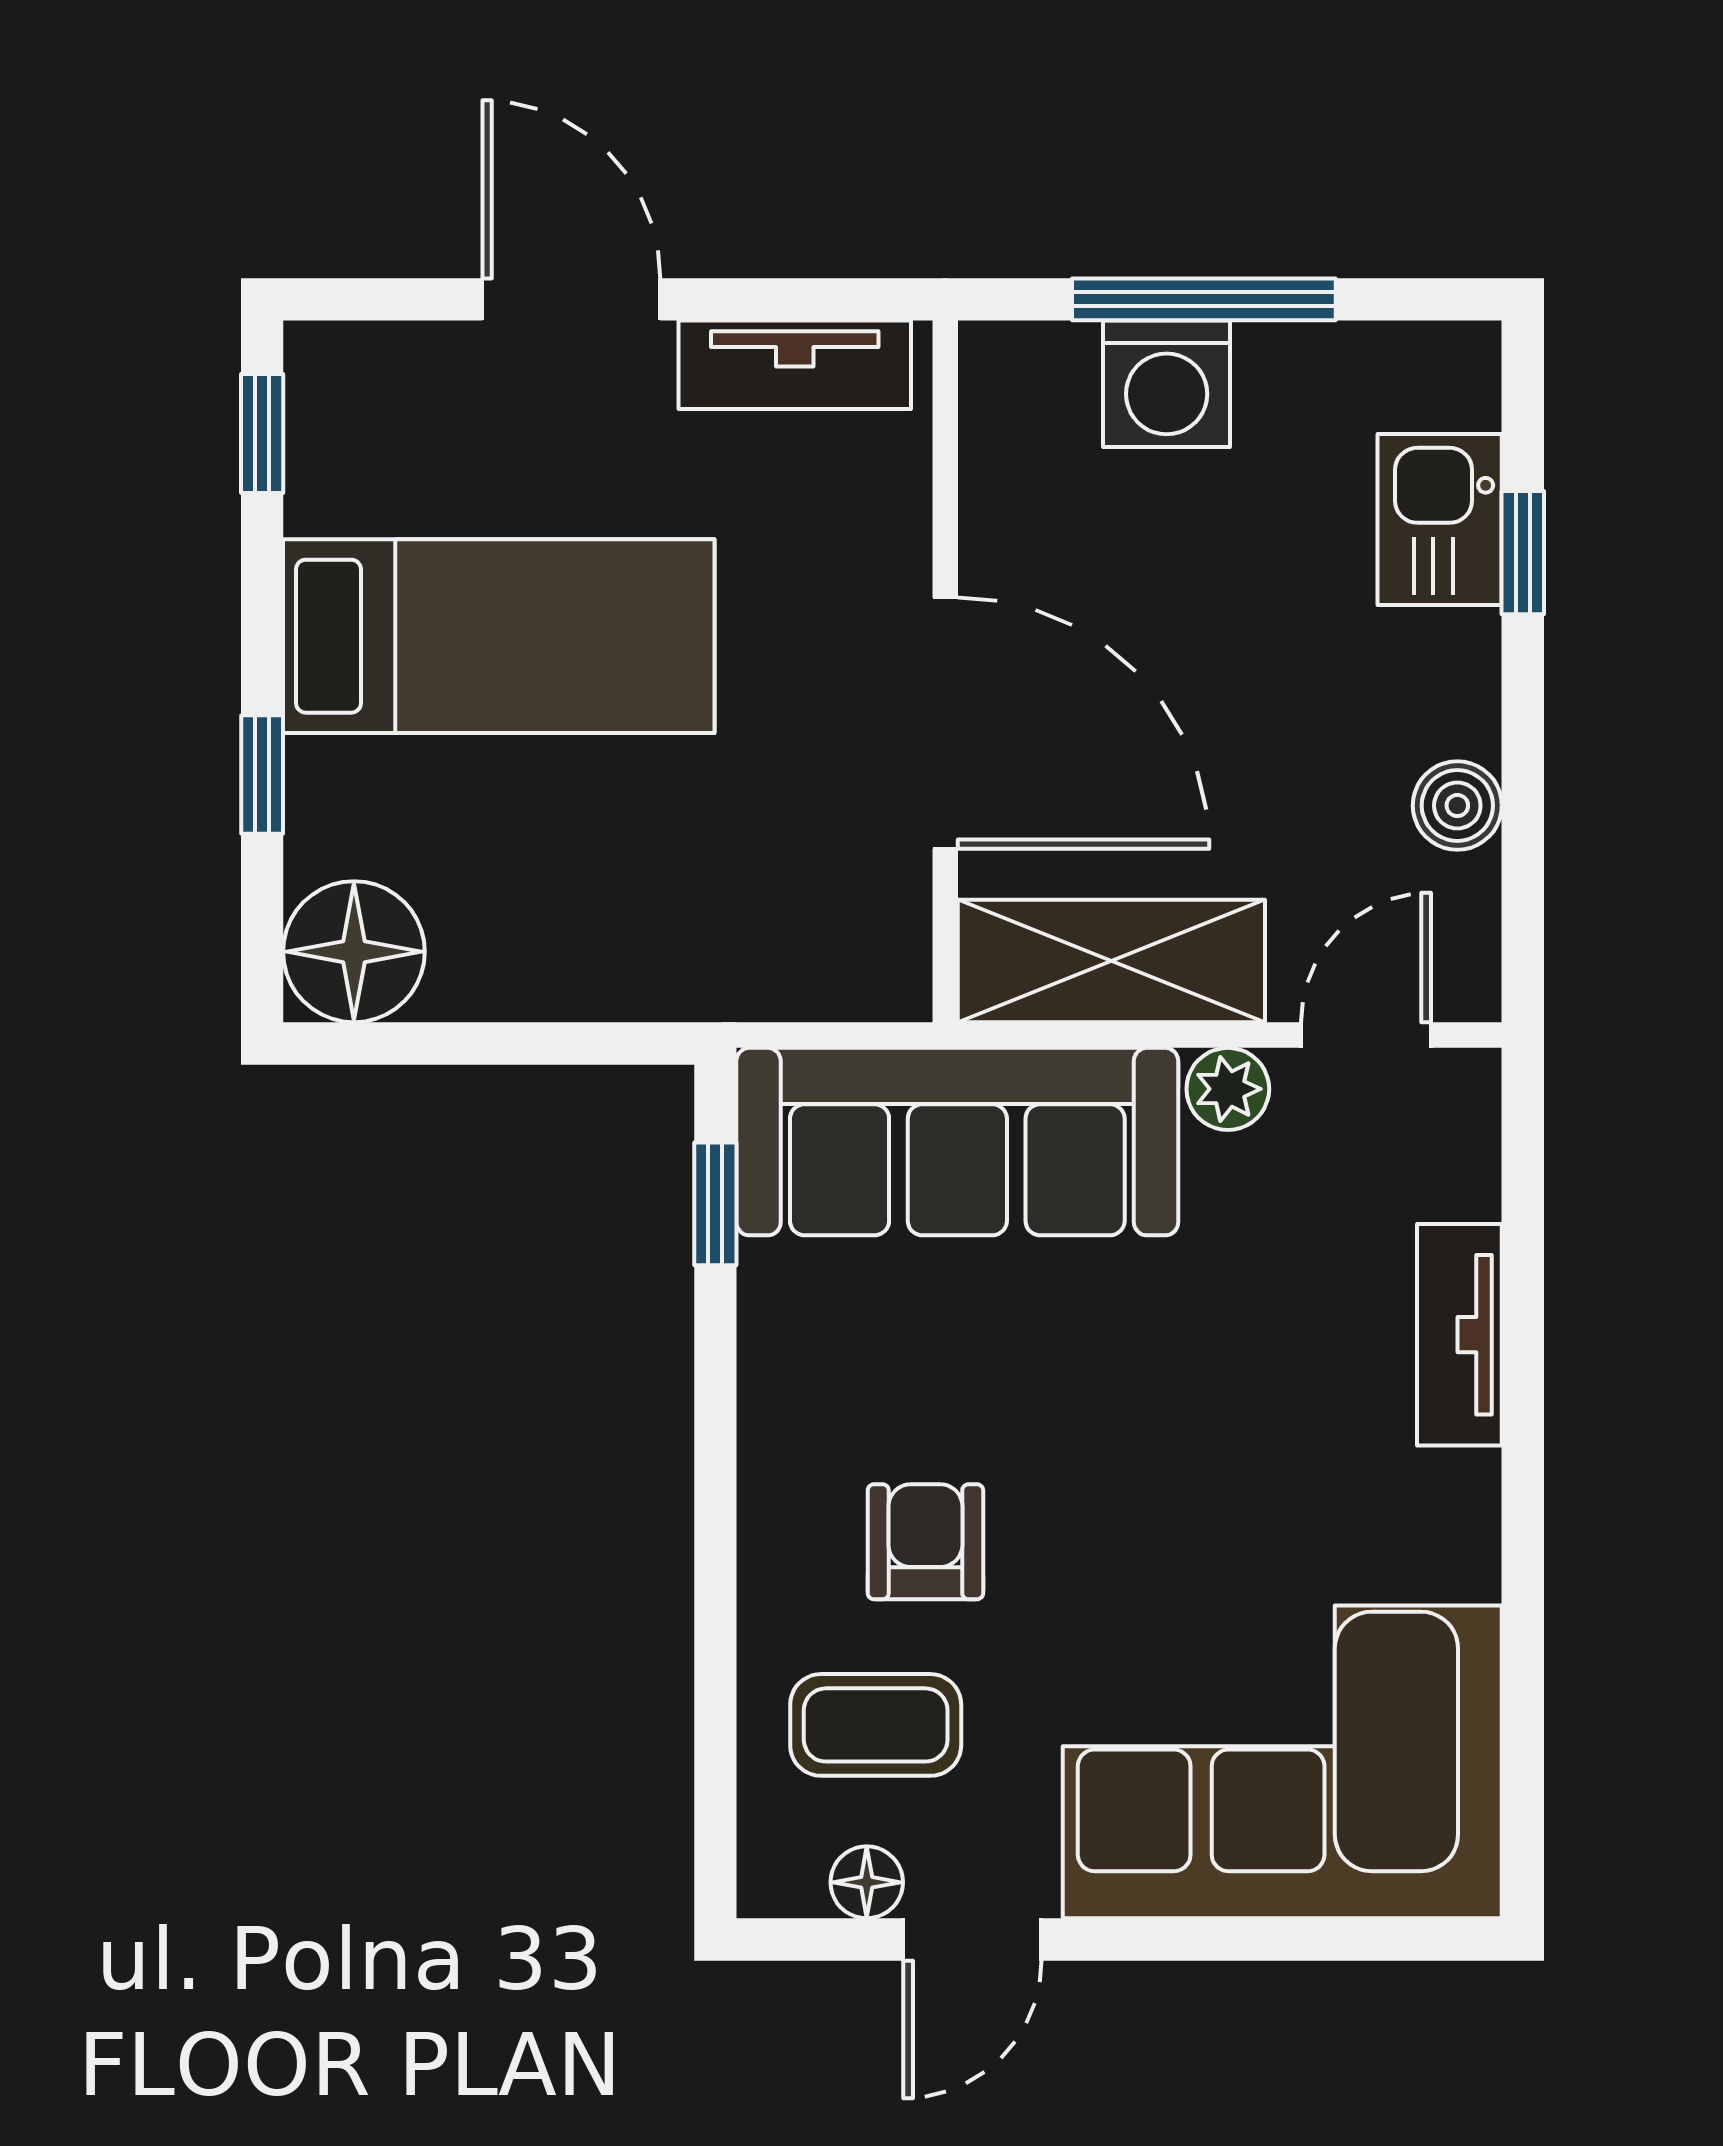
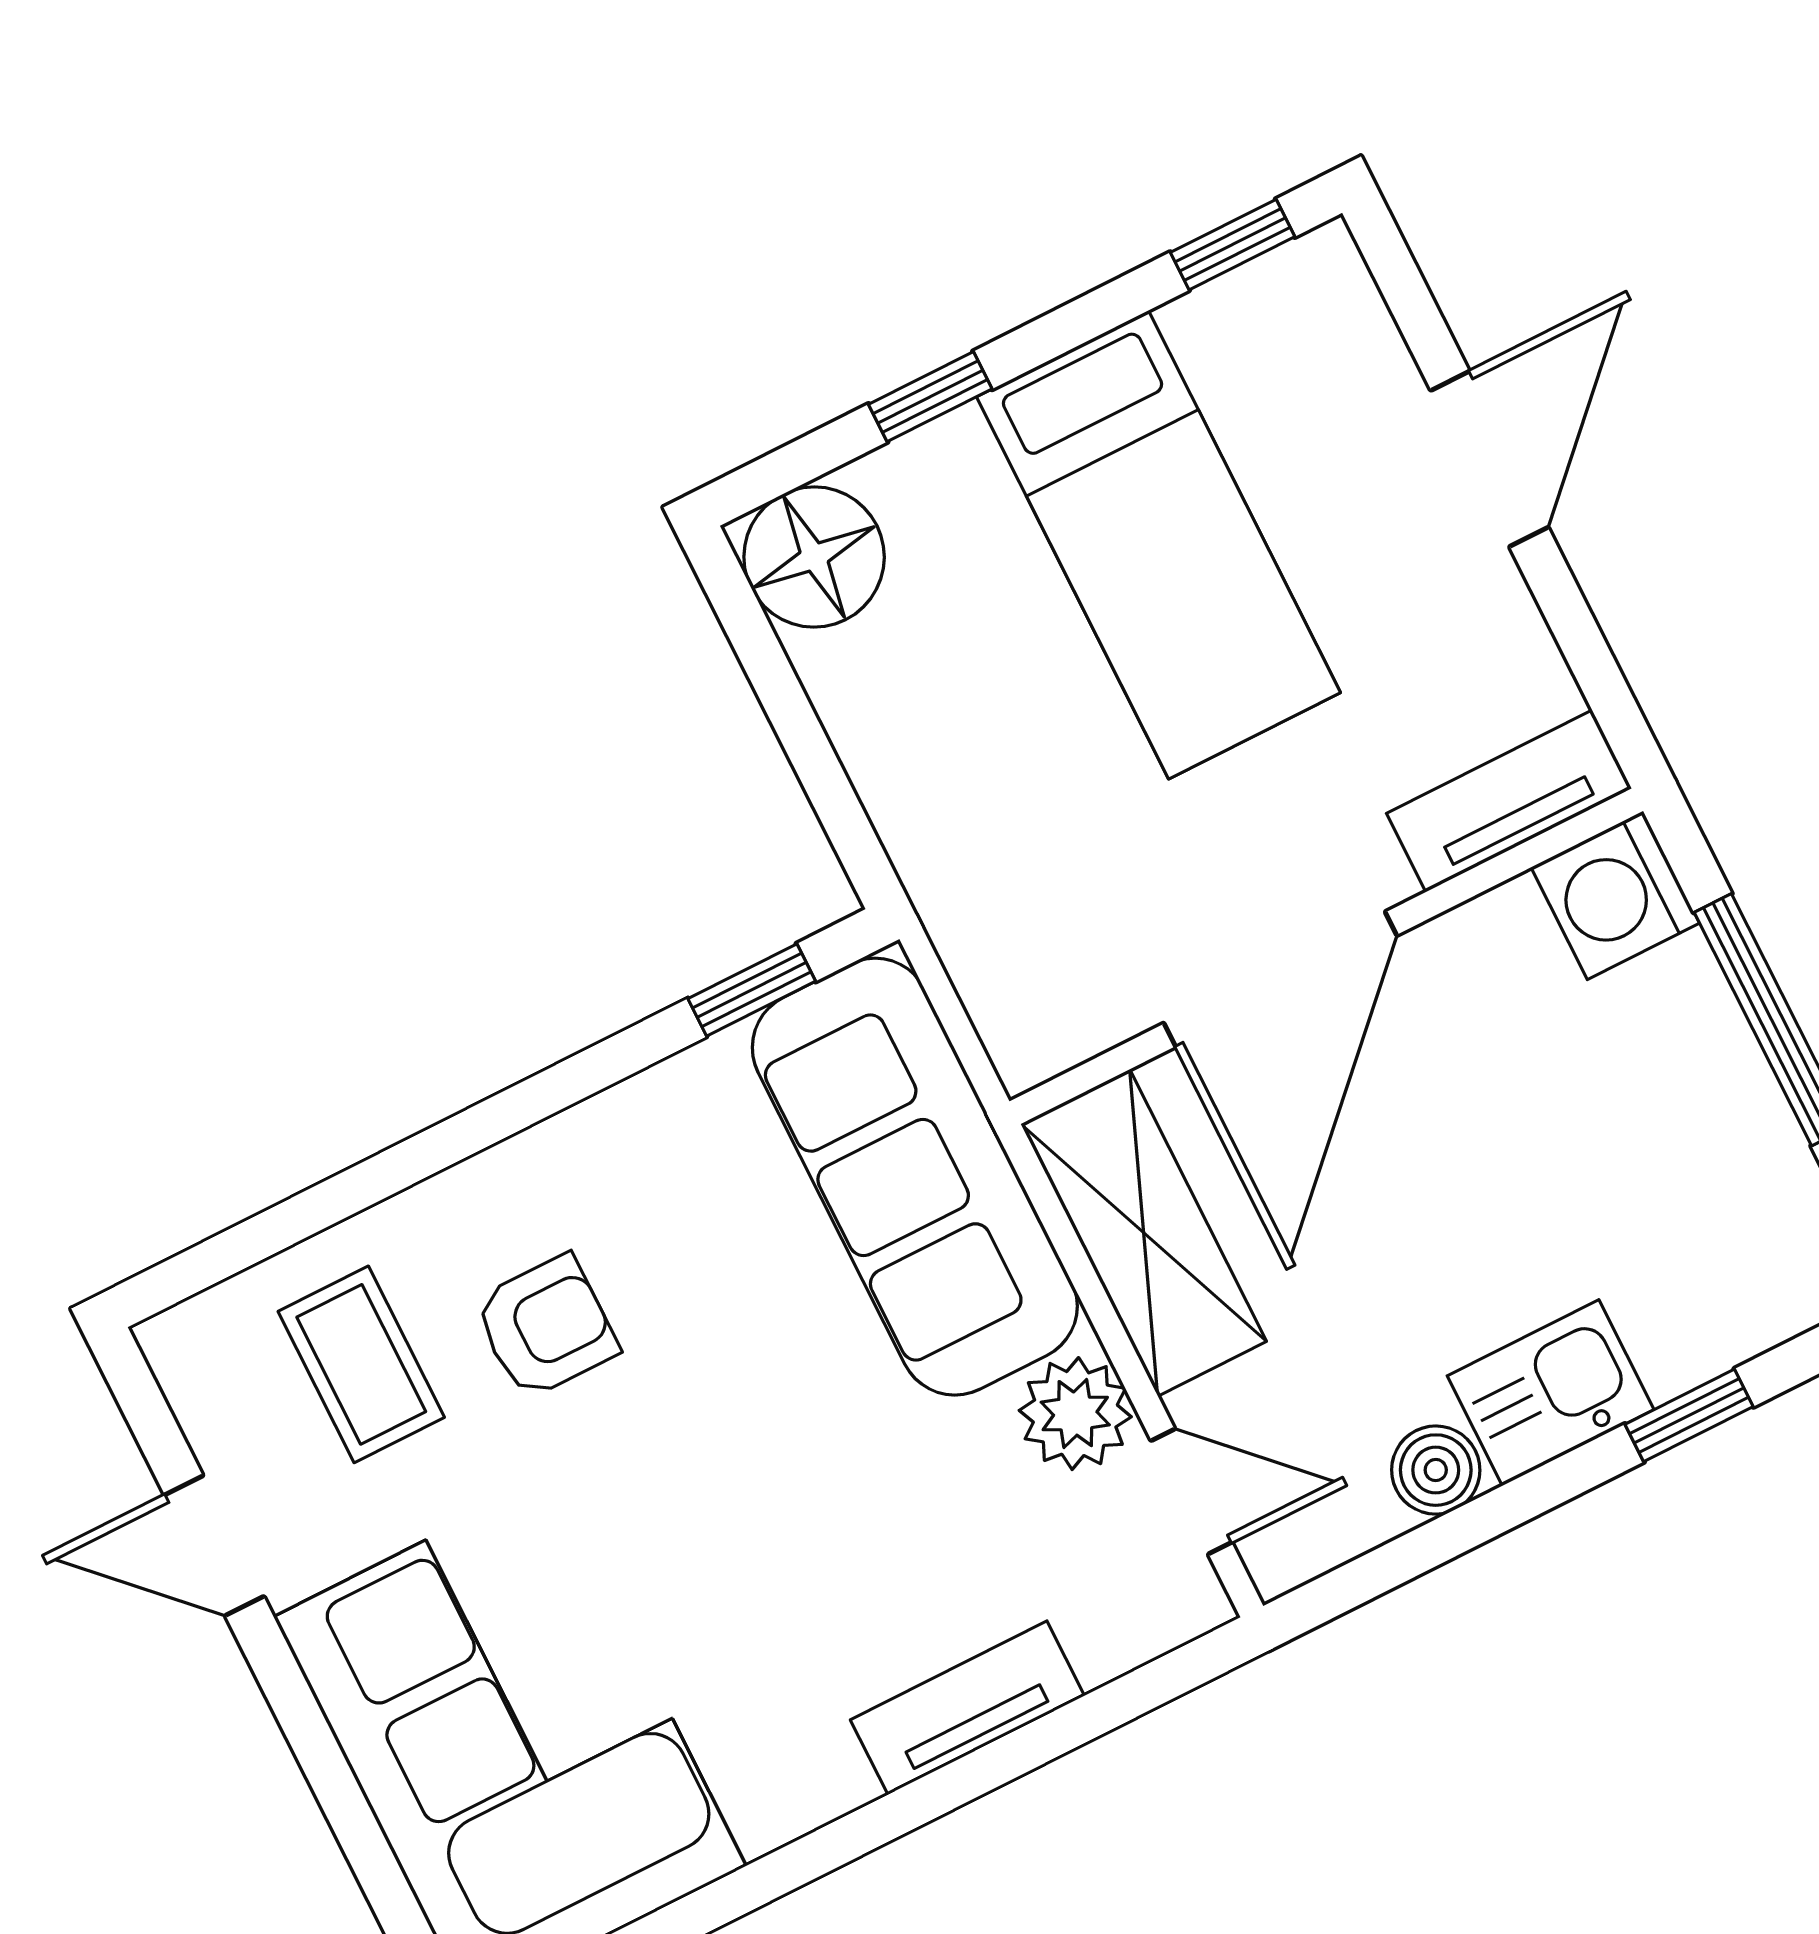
tv unit: (795, 365) -> (1509, 801), moved, turned 90
washing machine: (1167, 384) -> (1615, 895), moved
kitchen sink: (1440, 520) -> (1551, 1393), moved
plant: (1228, 1089) -> (1075, 1414), width x1.38, depth x1.38
floor lamp: (867, 1882) -> (218, 1427), removed

